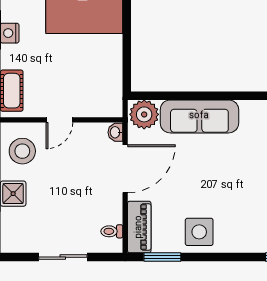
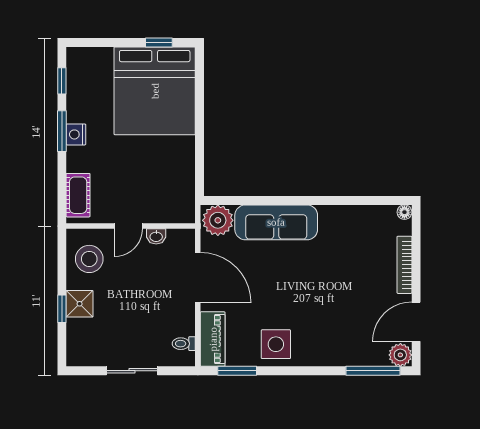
washbasin: (115, 132) -> (156, 236), moved, turned -90
door: (125, 169) -> (198, 278), hinge flipped

